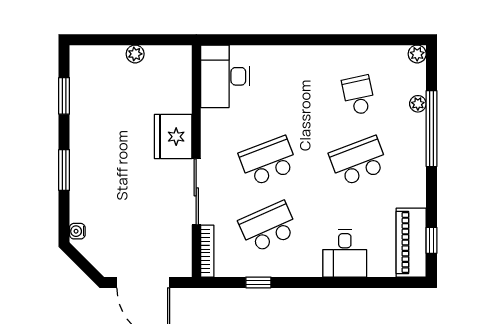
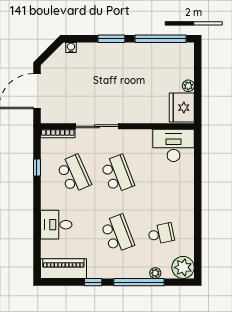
plant: (417, 54) -> (183, 267), width x1.88, depth x1.88
window: (64, 96) -> (161, 39), width x2.11
fridge: (173, 137) -> (182, 108), moved, turned -90
window: (432, 240) -> (93, 282), moved

